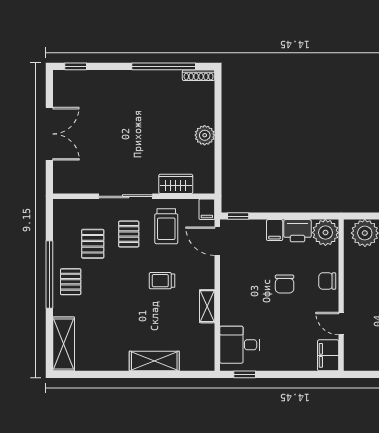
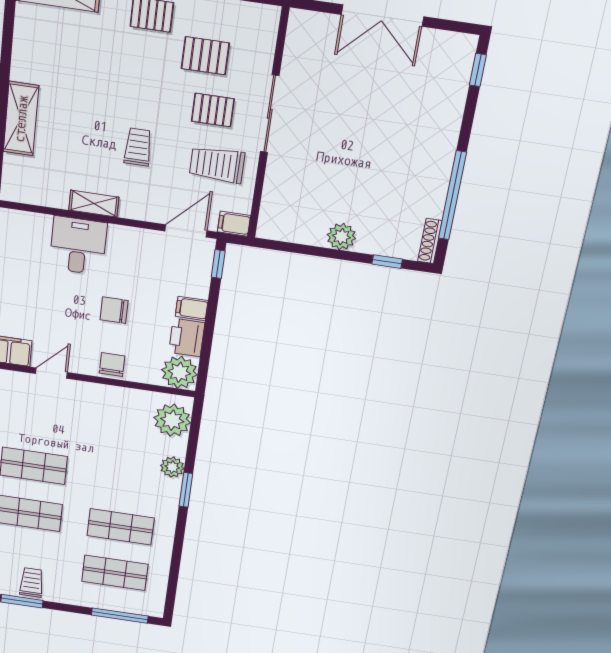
window: (218, 101) -> (387, 262), added
wardrobe: (176, 184) -> (277, 187), removed
desk: (240, 345) -> (78, 246), moved

